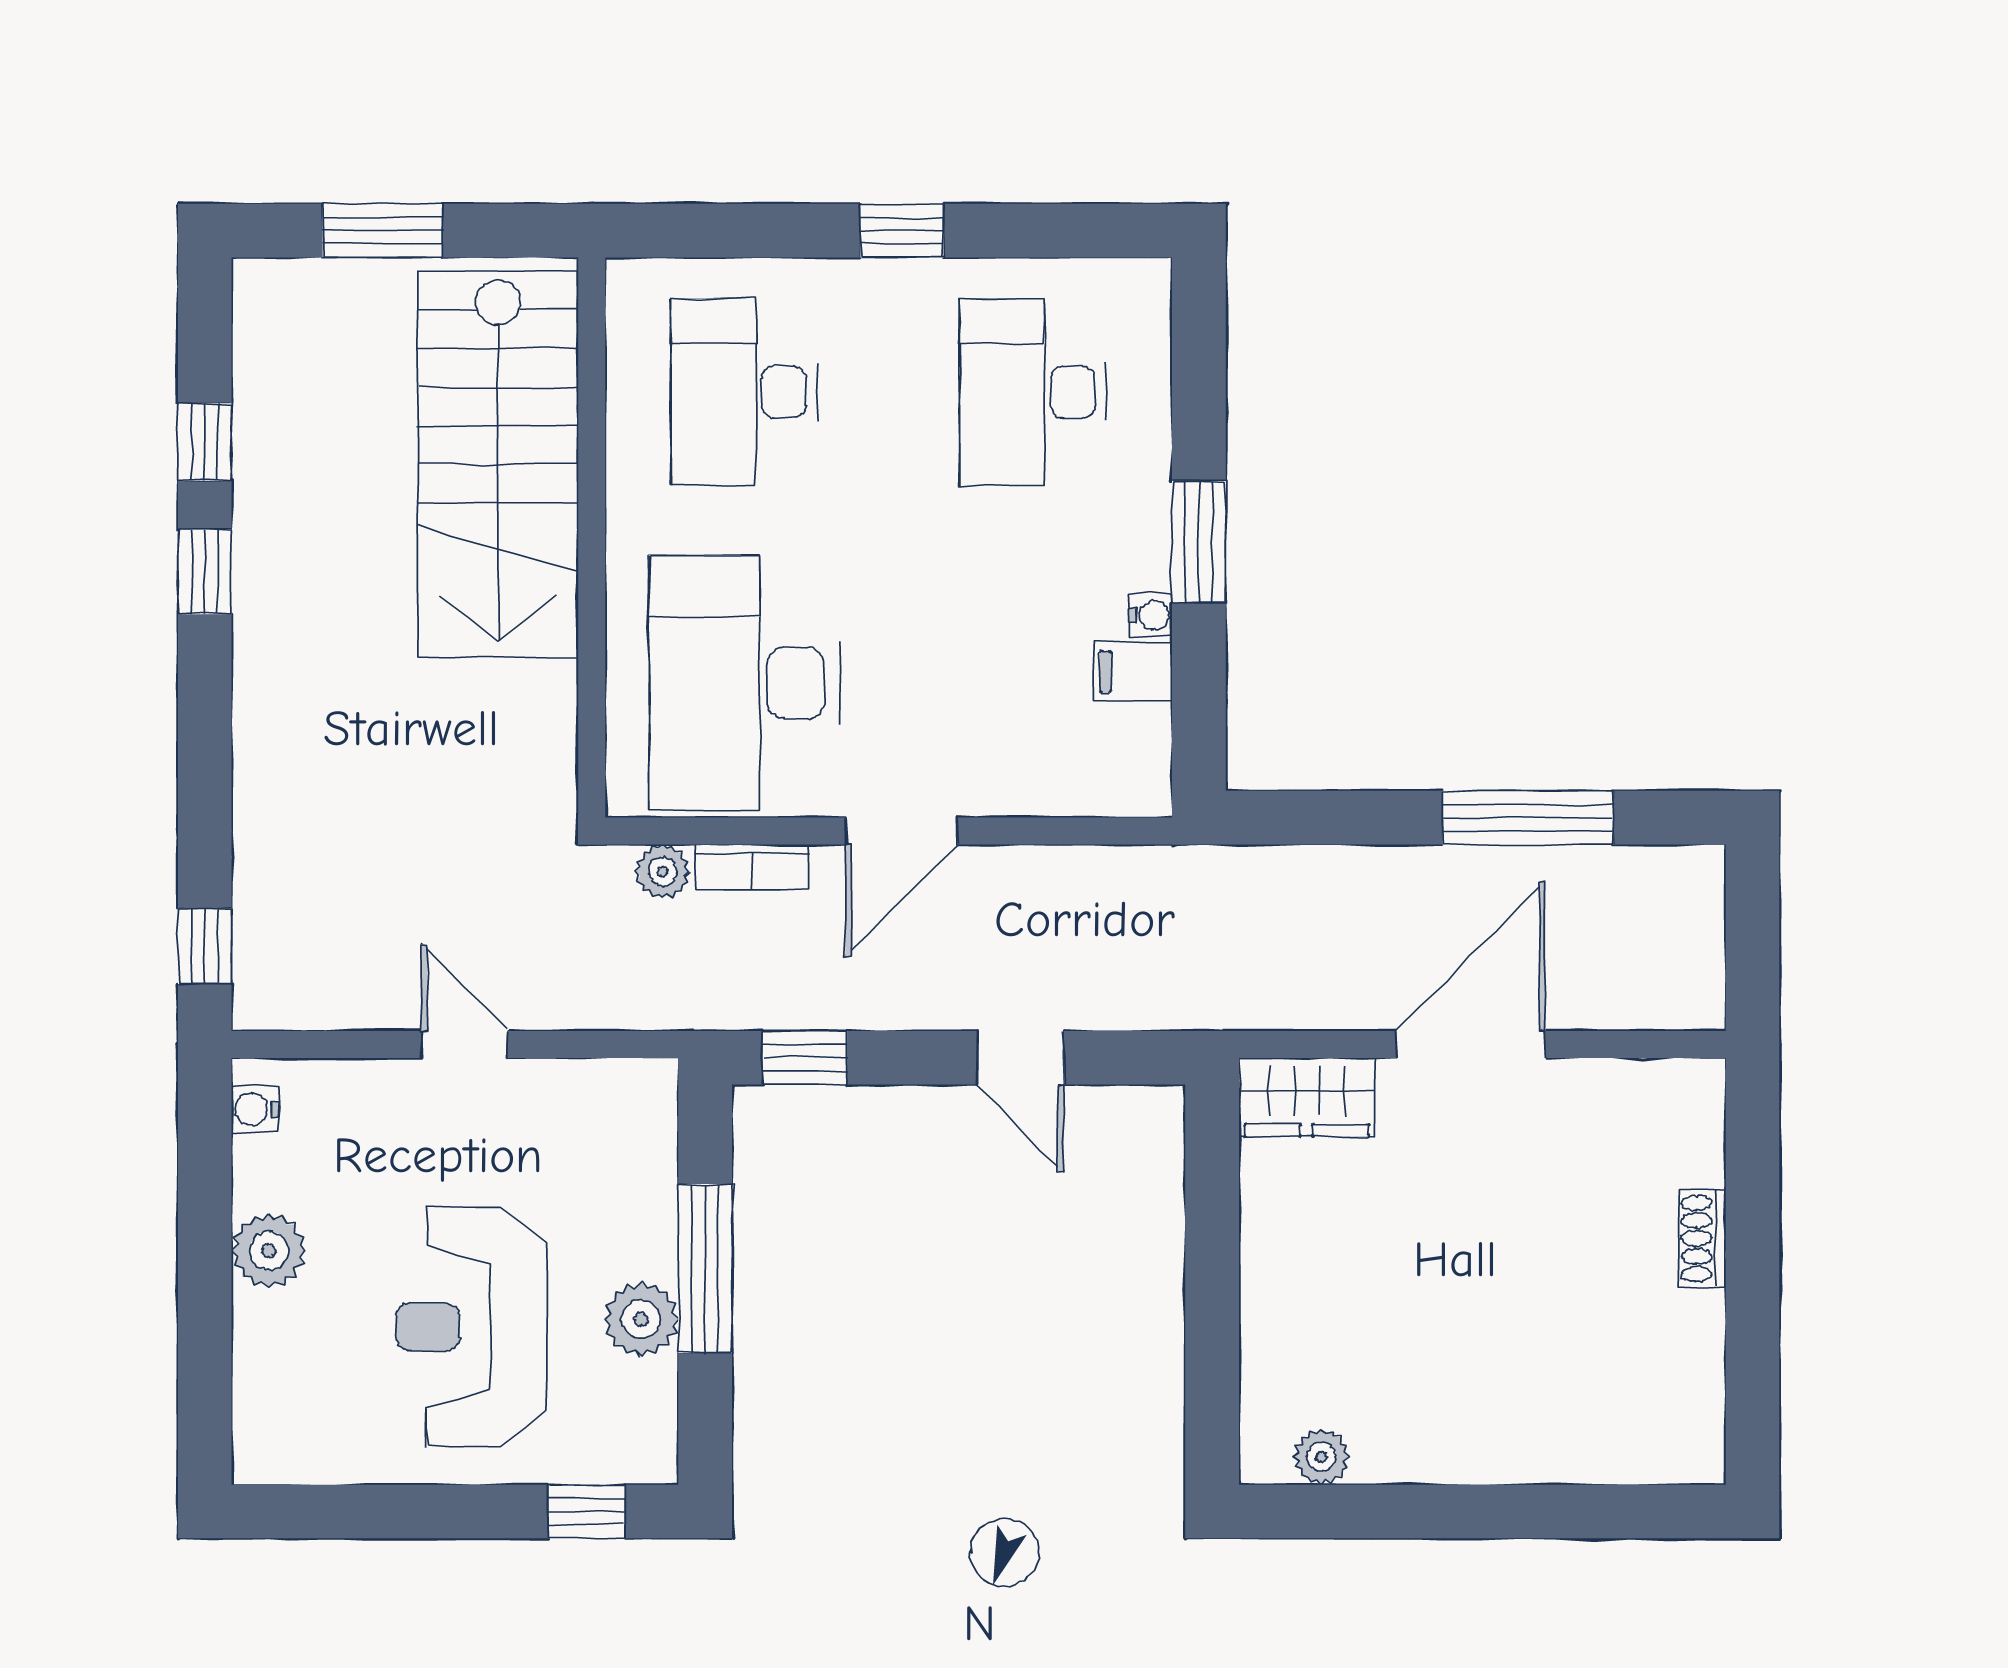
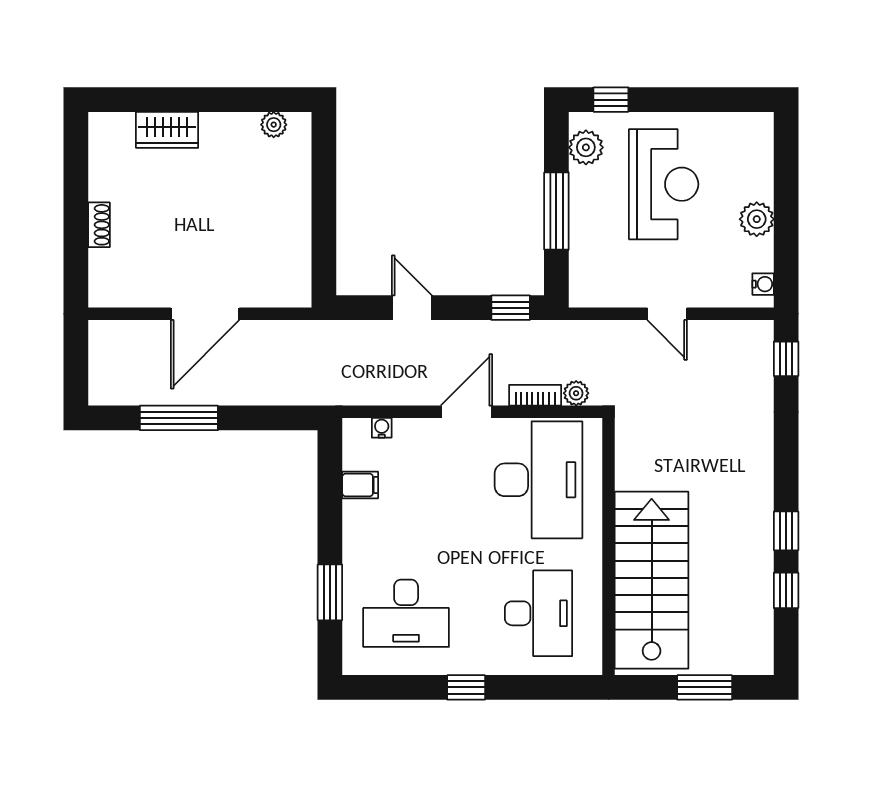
desk: (1033, 392) -> (406, 613), turned 90
window: (1199, 542) -> (330, 592), moved
water cooler: (1151, 615) -> (382, 428), moved, turned 90
wardrobe: (1307, 1097) -> (167, 130), moved, turned 180
plant: (641, 1319) -> (586, 147), moved

